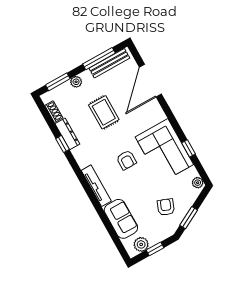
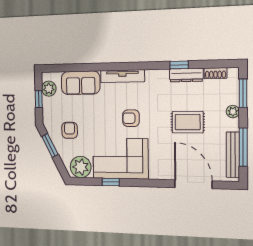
plant: (198, 183) -> (81, 167), width x1.87, depth x1.87
armchair: (166, 207) -> (70, 130), turned -111

